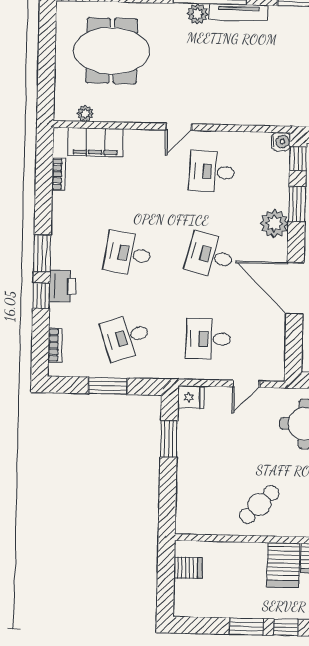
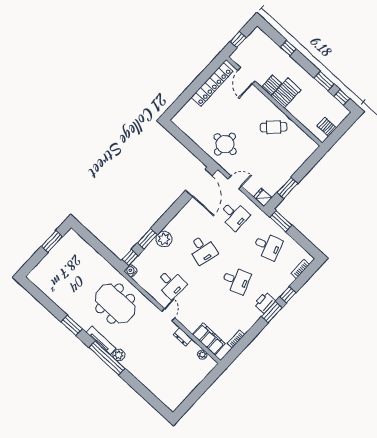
meeting table: (112, 51) -> (115, 304), moved
dresser: (133, 114) -> (183, 337), added
door: (179, 127) -> (168, 315), hinge flipped
desk: (128, 254) -> (236, 280), turned -30
printer: (63, 286) -> (265, 302), moved
door: (295, 288) -> (199, 183), moved
window: (108, 386) -> (281, 221), moved
window: (286, 627) -> (342, 97), moved

